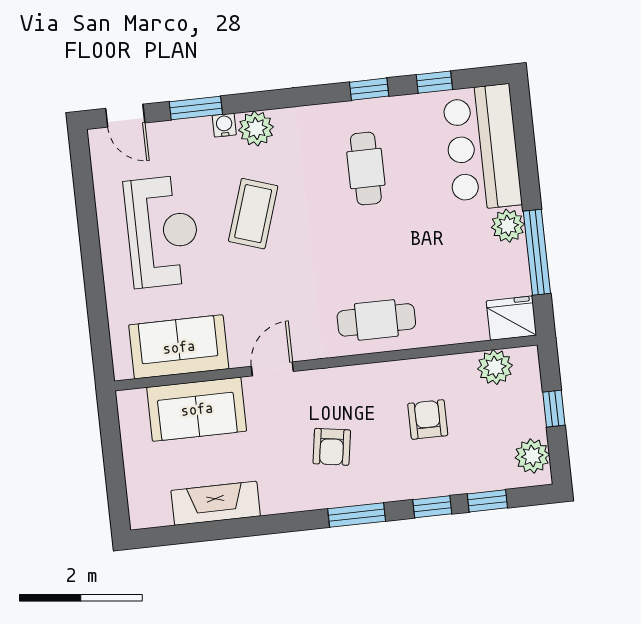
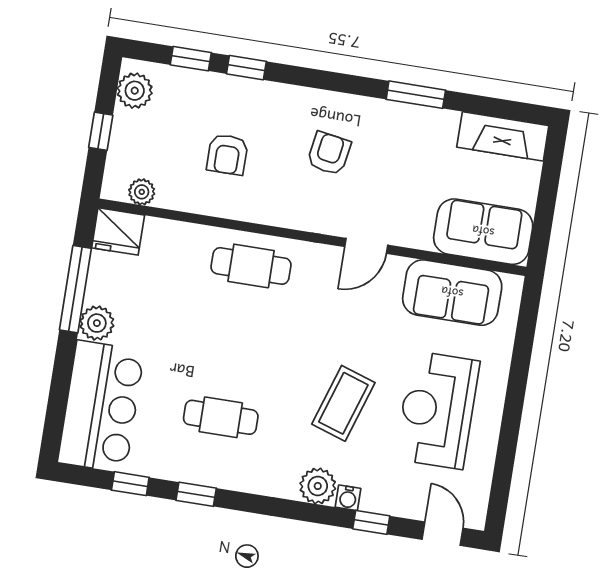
window: (196, 108) -> (371, 522), width x0.67
cafe table: (366, 169) -> (221, 417), turned 90
plant: (495, 367) -> (142, 192), width x0.73, depth x0.73
sofa: (197, 409) -> (483, 232), moved
fireplace: (216, 503) -> (503, 136), moved
window: (357, 515) -> (416, 95), moved

